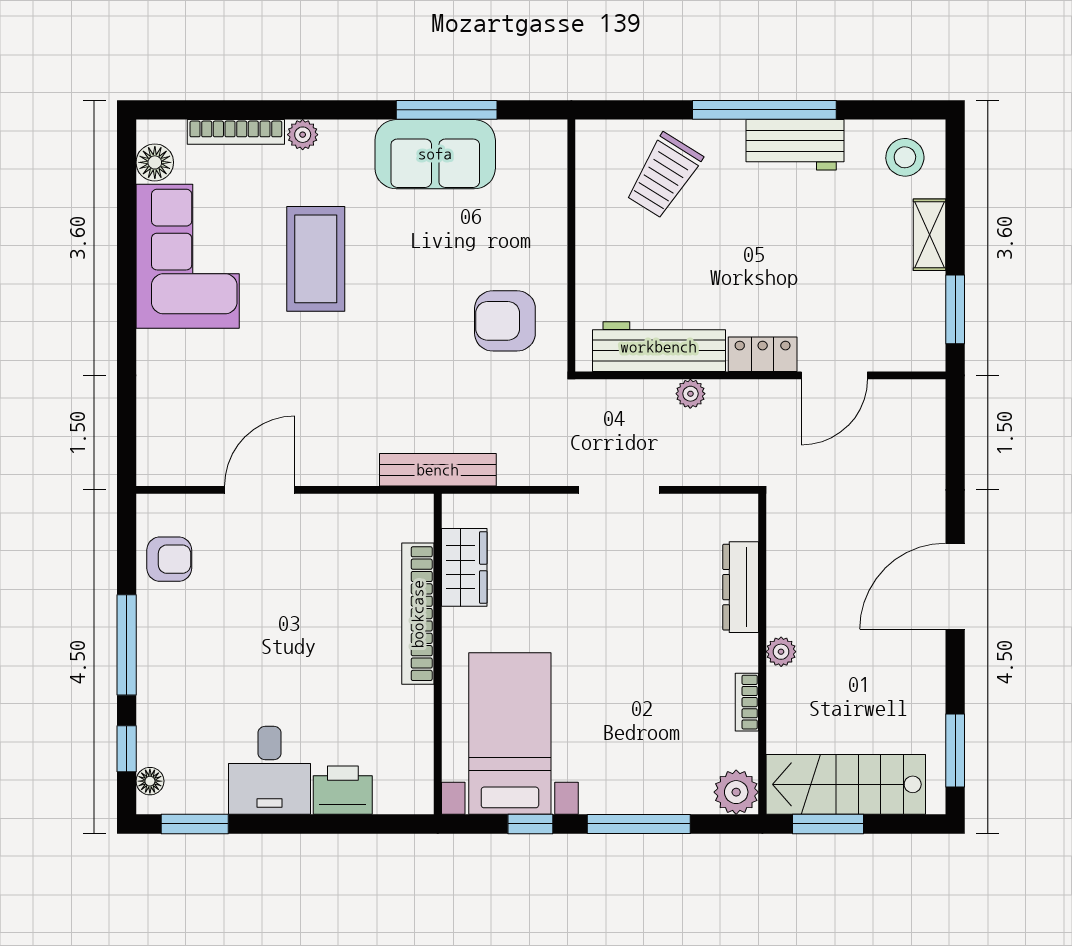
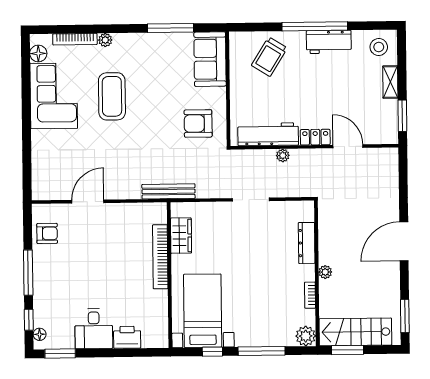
sofa: (435, 154) -> (210, 59), moved, turned 90
door: (834, 375) -> (348, 146), swing flipped

